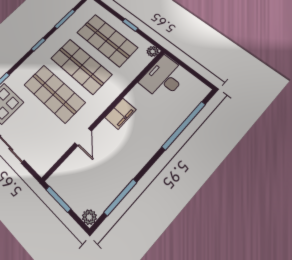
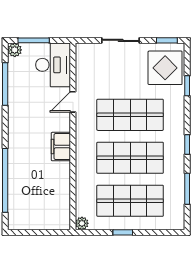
desk: (164, 78) -> (53, 65), moved
door: (83, 137) -> (73, 102), hinge flipped
window: (58, 199) -> (34, 40), moved

